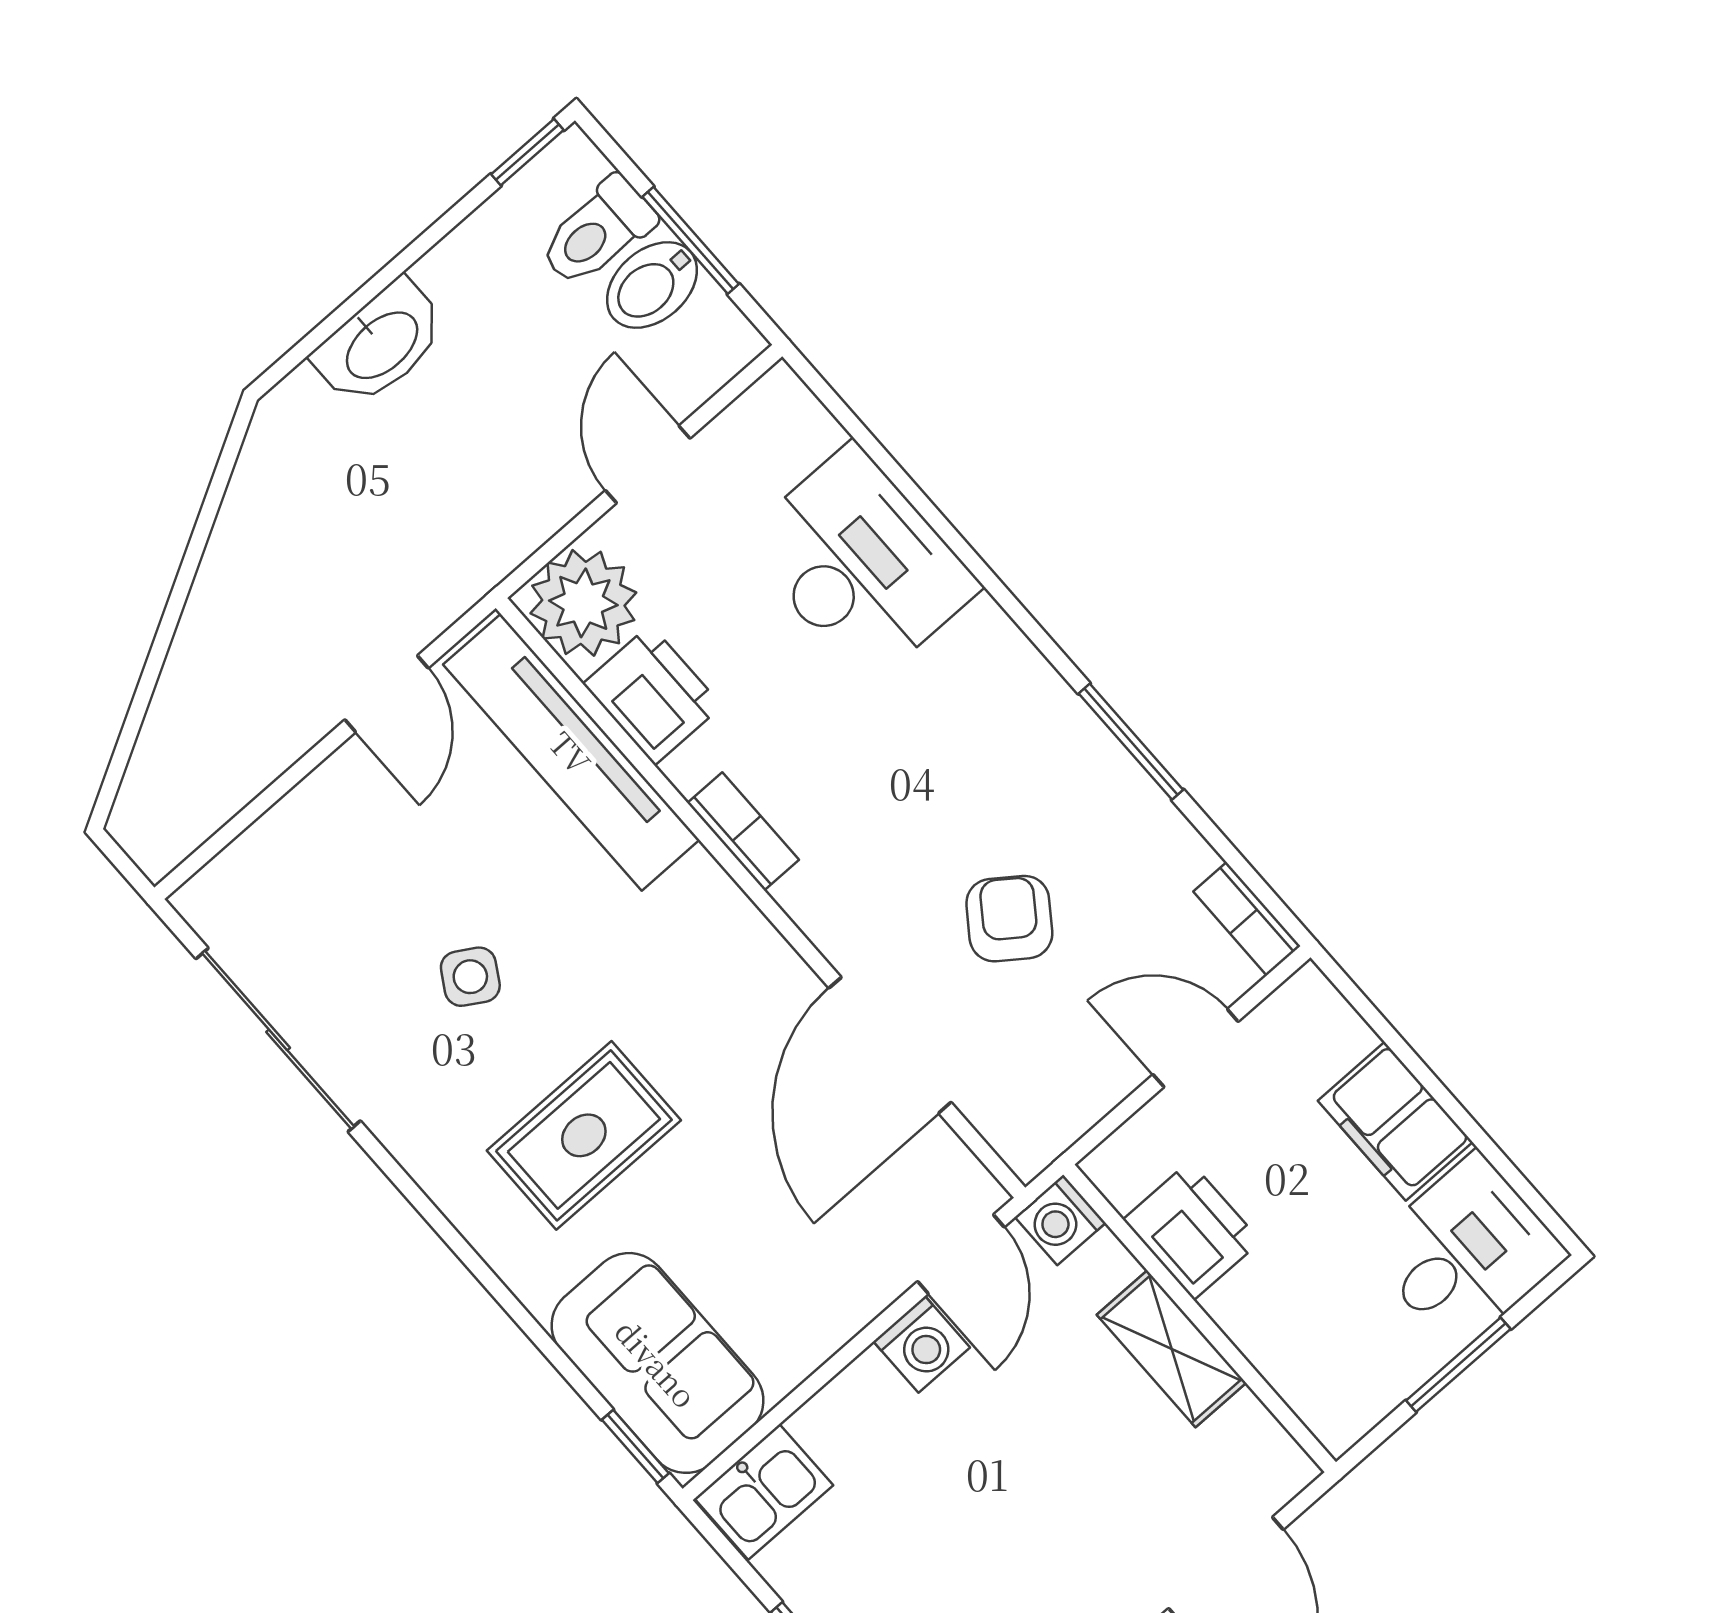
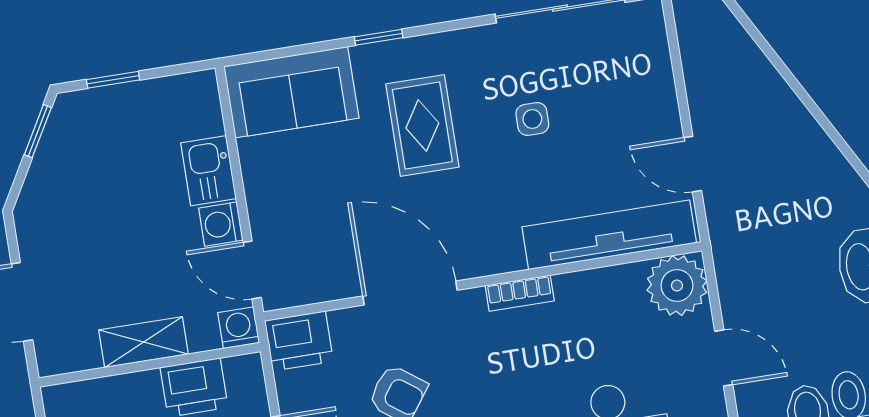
printer: (652, 695) -> (299, 341), moved
side table: (470, 977) -> (532, 119), turned -31
door: (890, 1045) -> (410, 293), moved
window: (635, 1447) -> (379, 37), moved
kitchen sink: (764, 1492) -> (208, 171), moved

